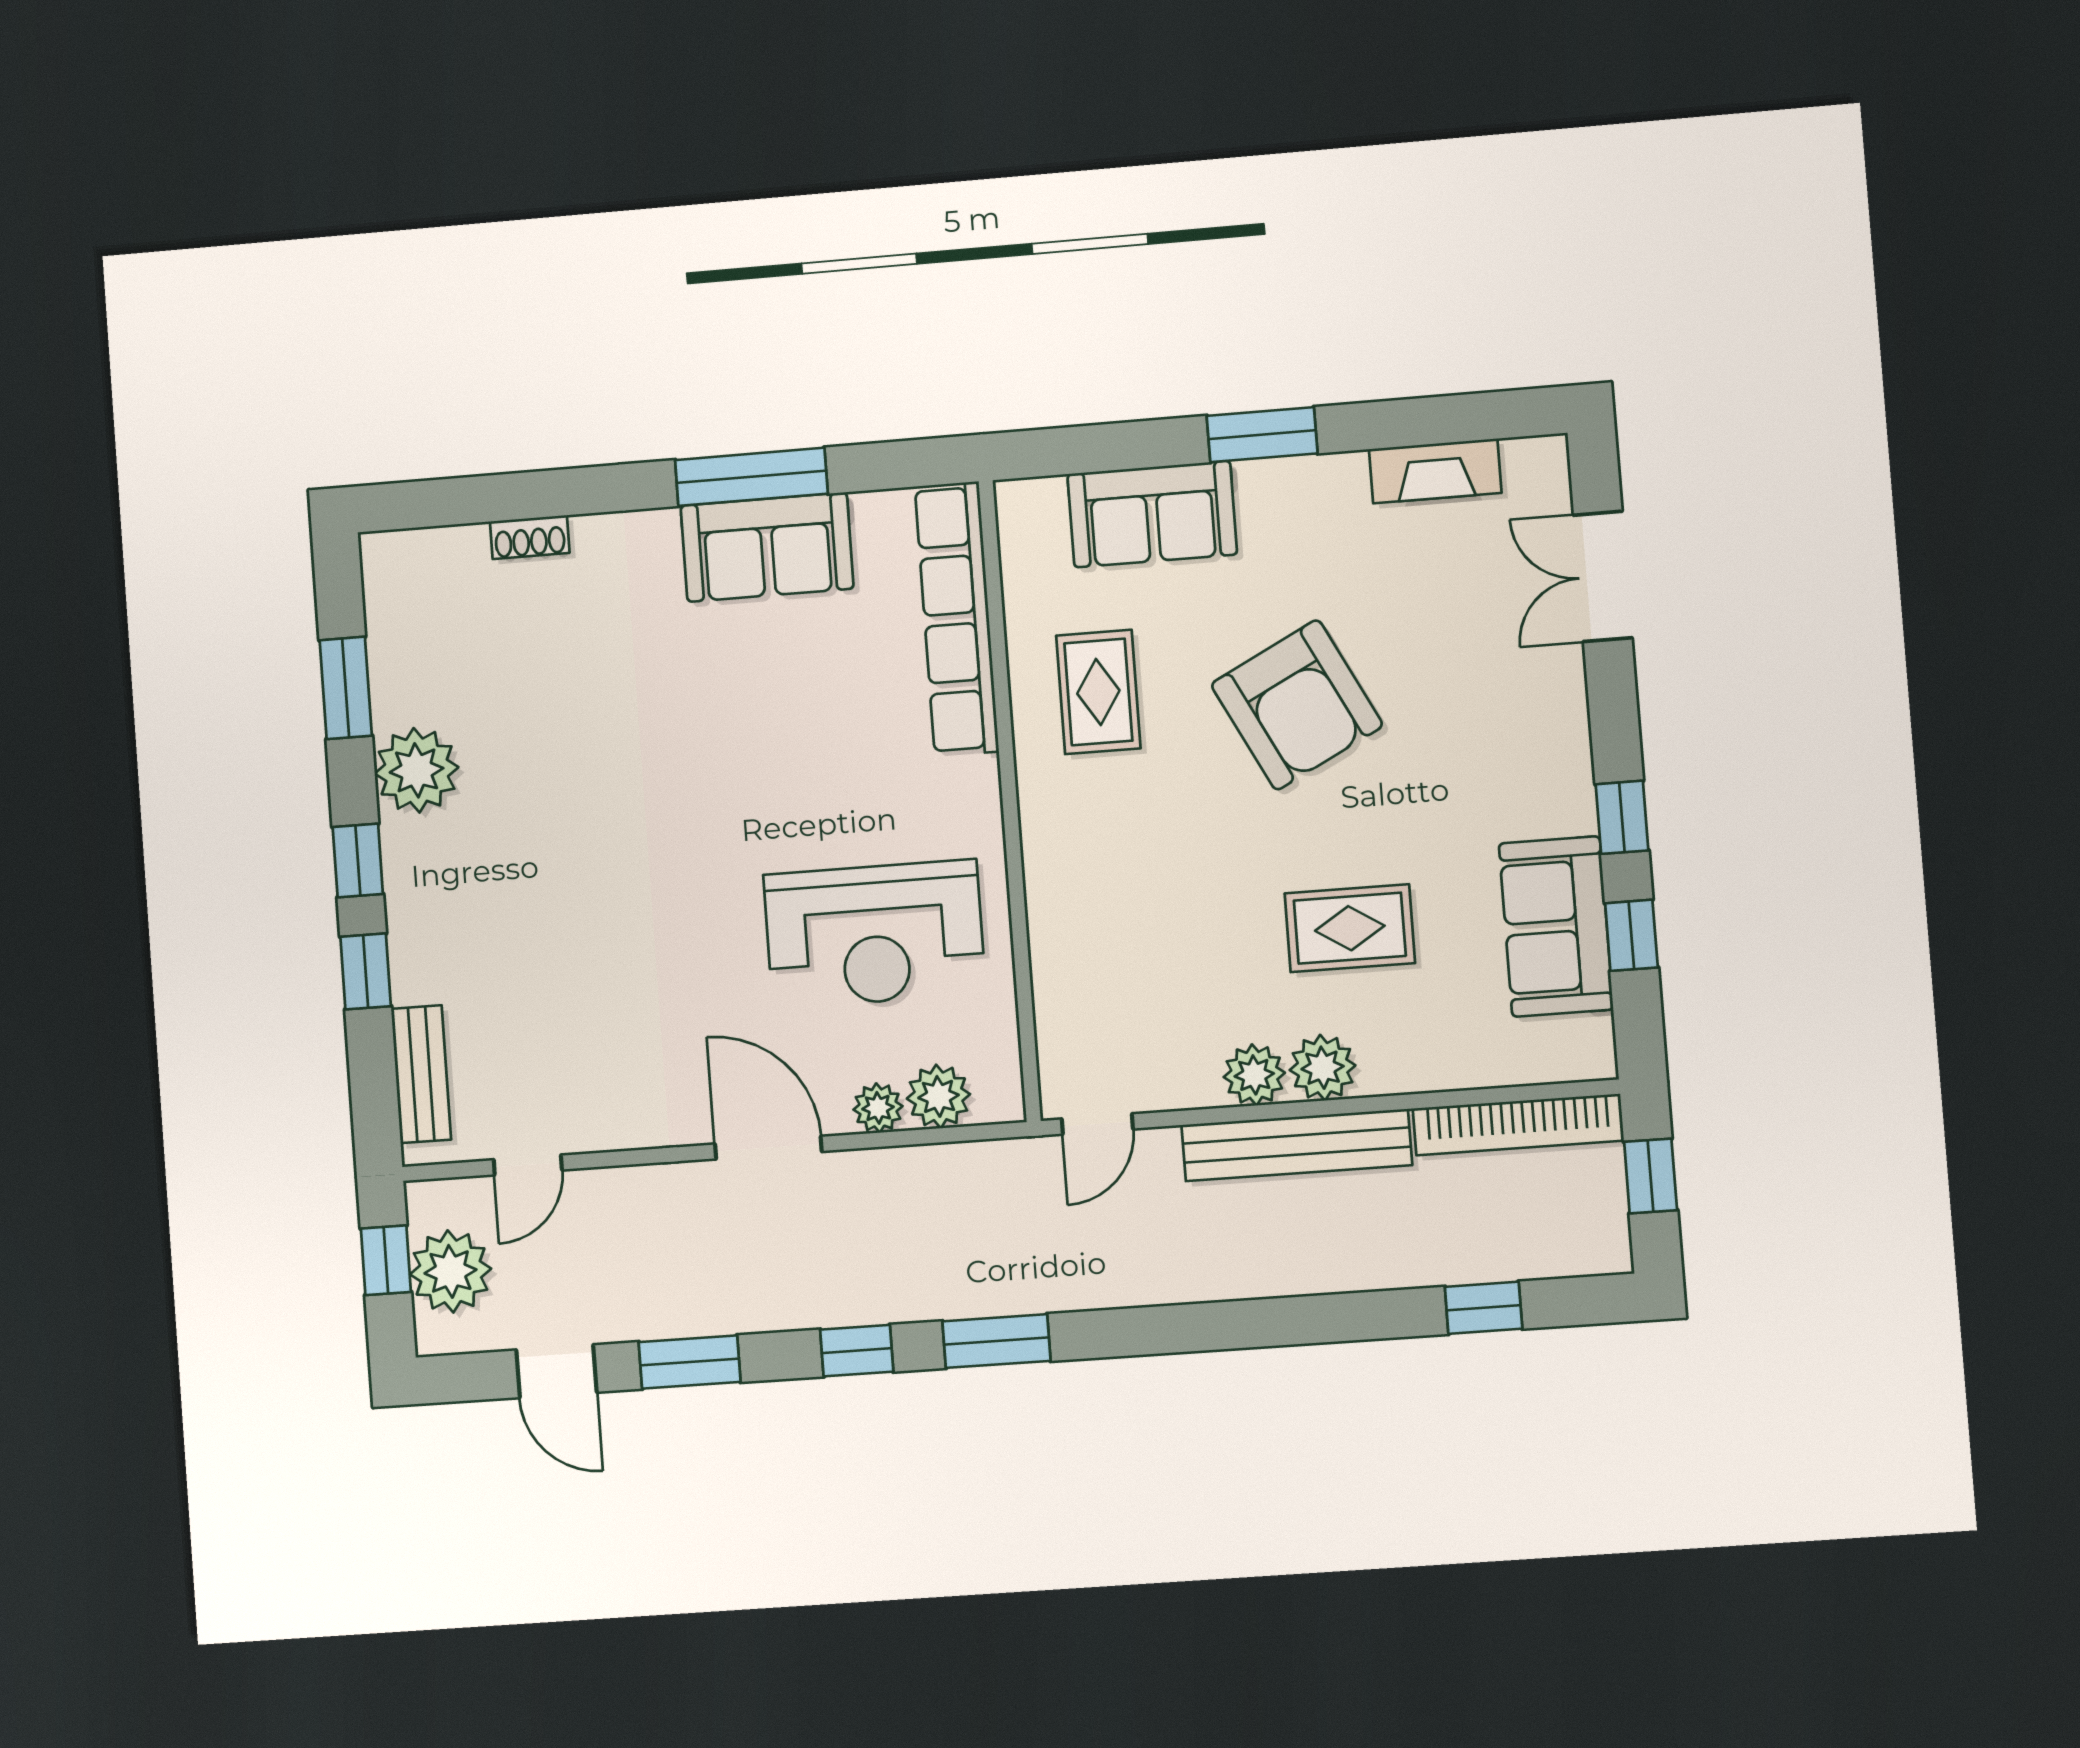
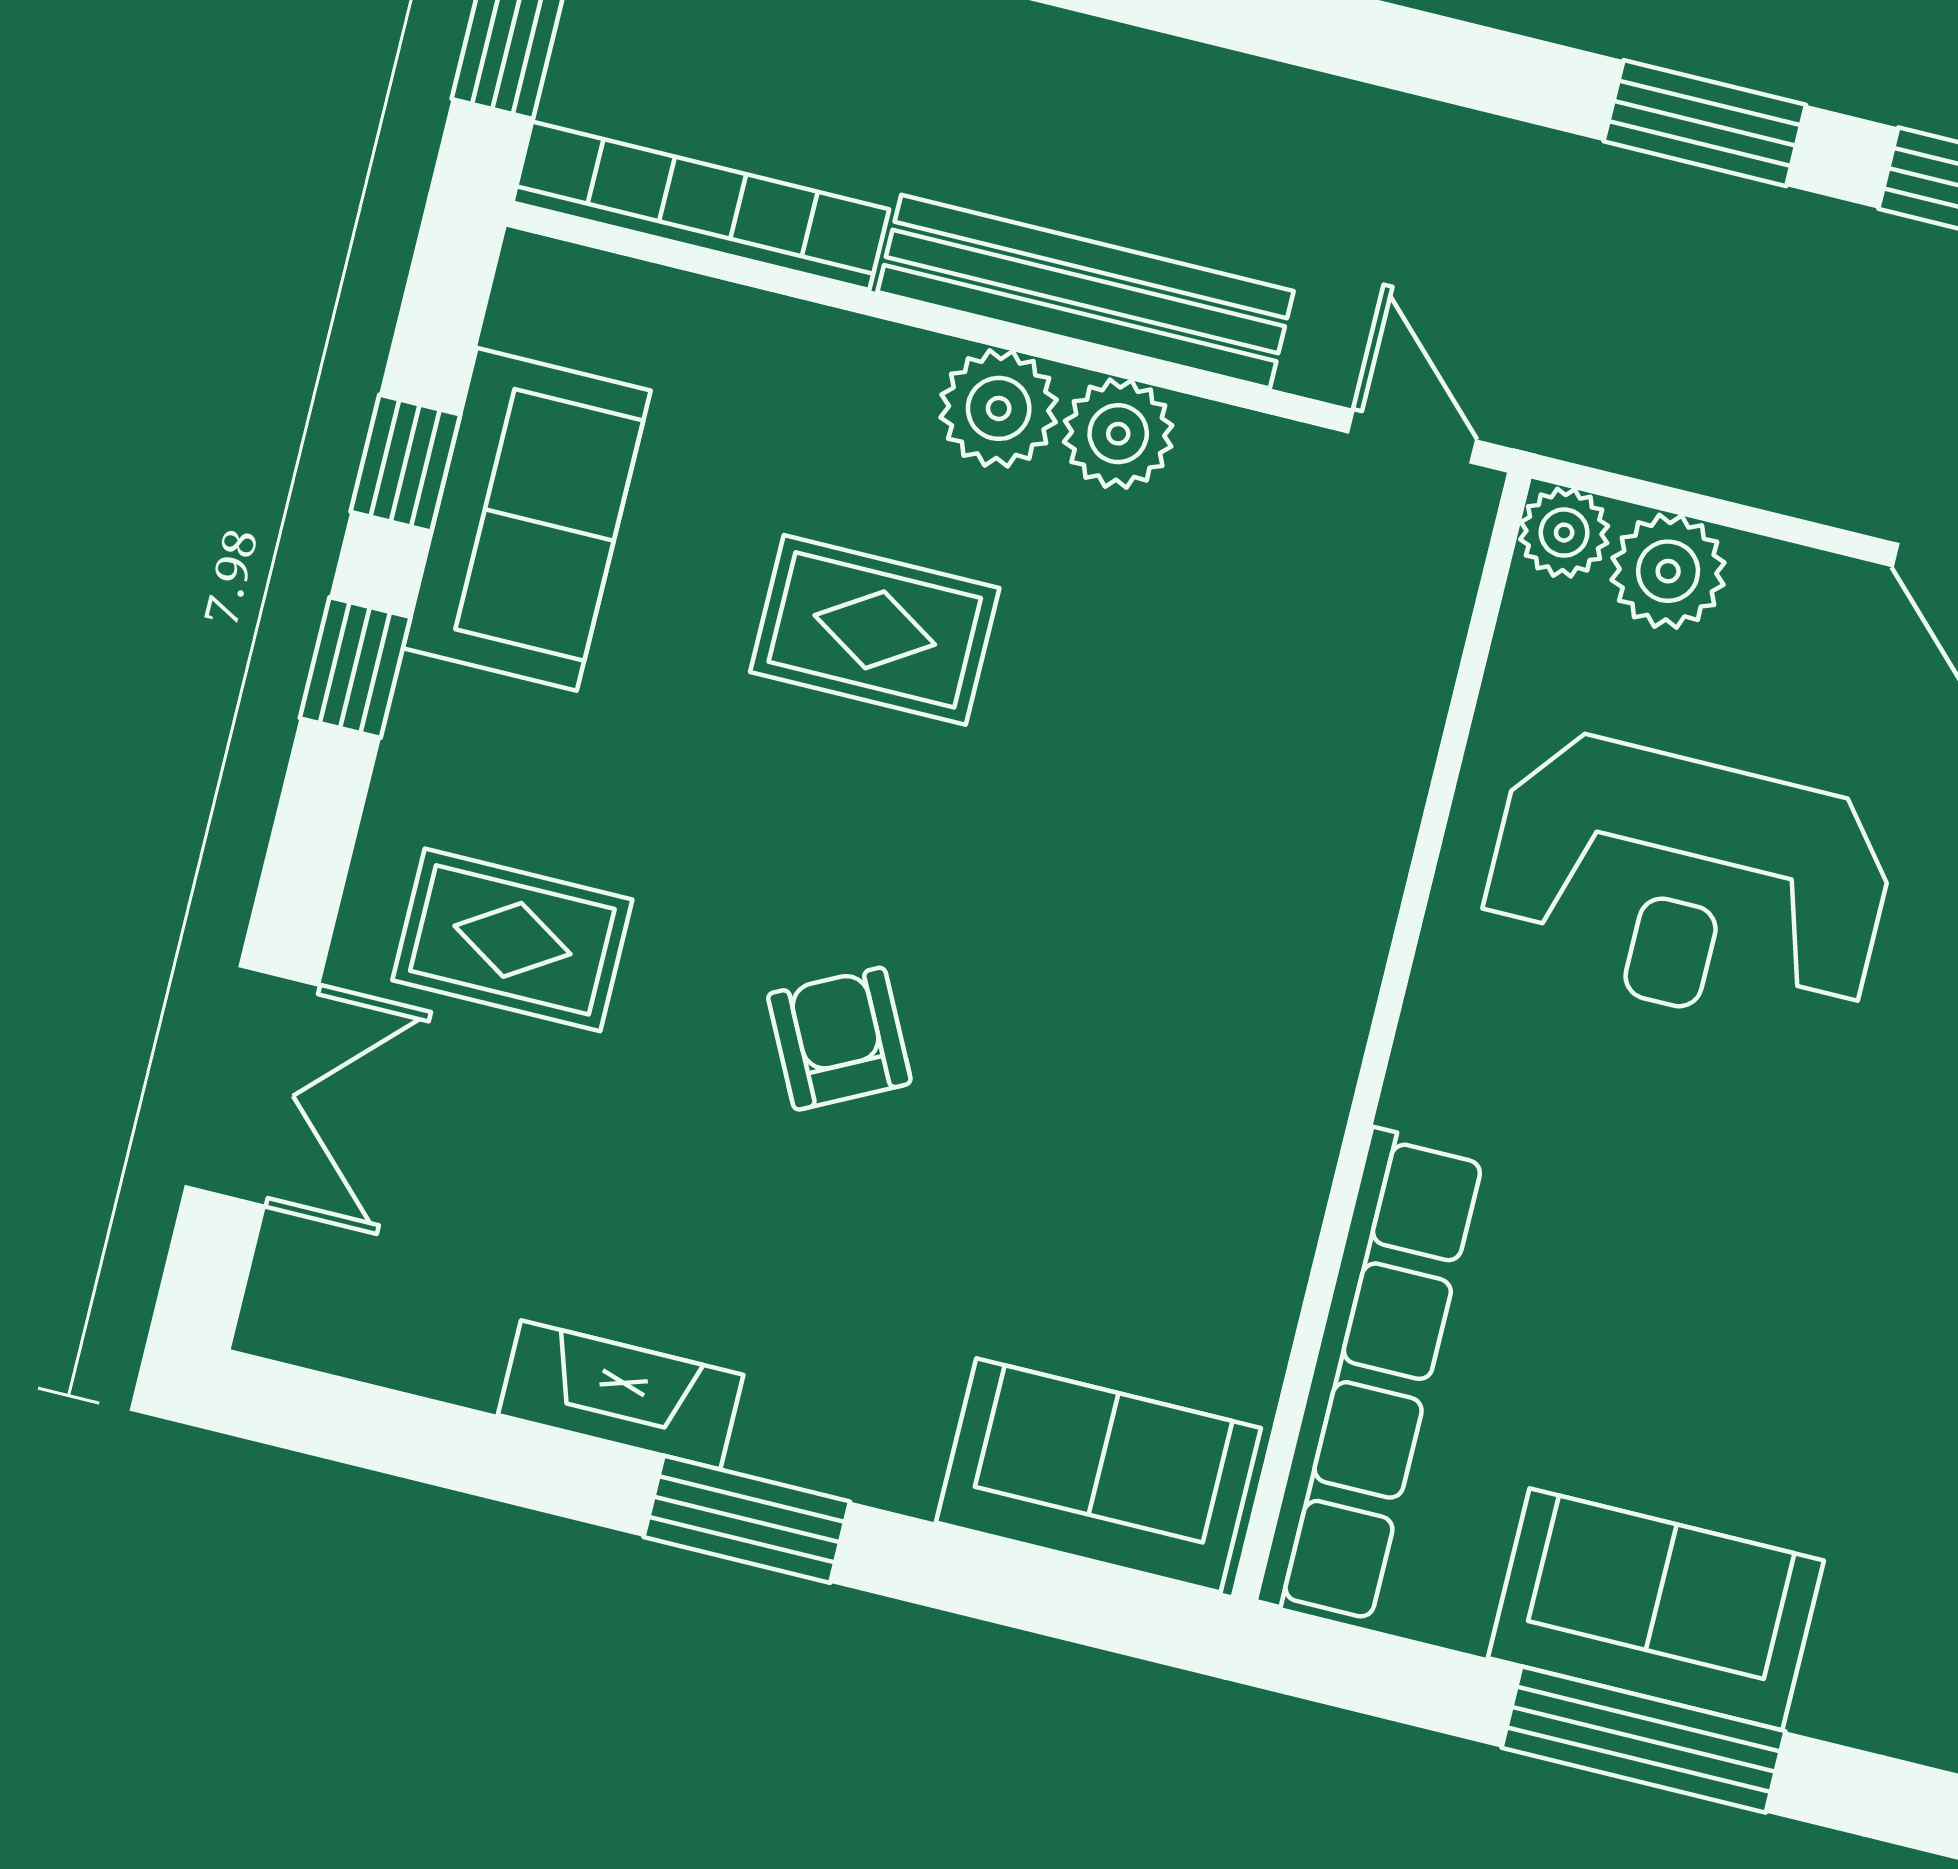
fireplace: (1435, 471) -> (621, 1395), moved
sofa: (1152, 514) -> (1098, 1475), moved
rug: (1098, 692) -> (512, 940), moved, turned 90
armchair: (1297, 705) -> (839, 1039), width x0.53, depth x0.53
reception desk: (875, 934) -> (1687, 884), turned 180
plant: (878, 1108) -> (1564, 533), moved
door: (1097, 1124) -> (1412, 436), hinge flipped

